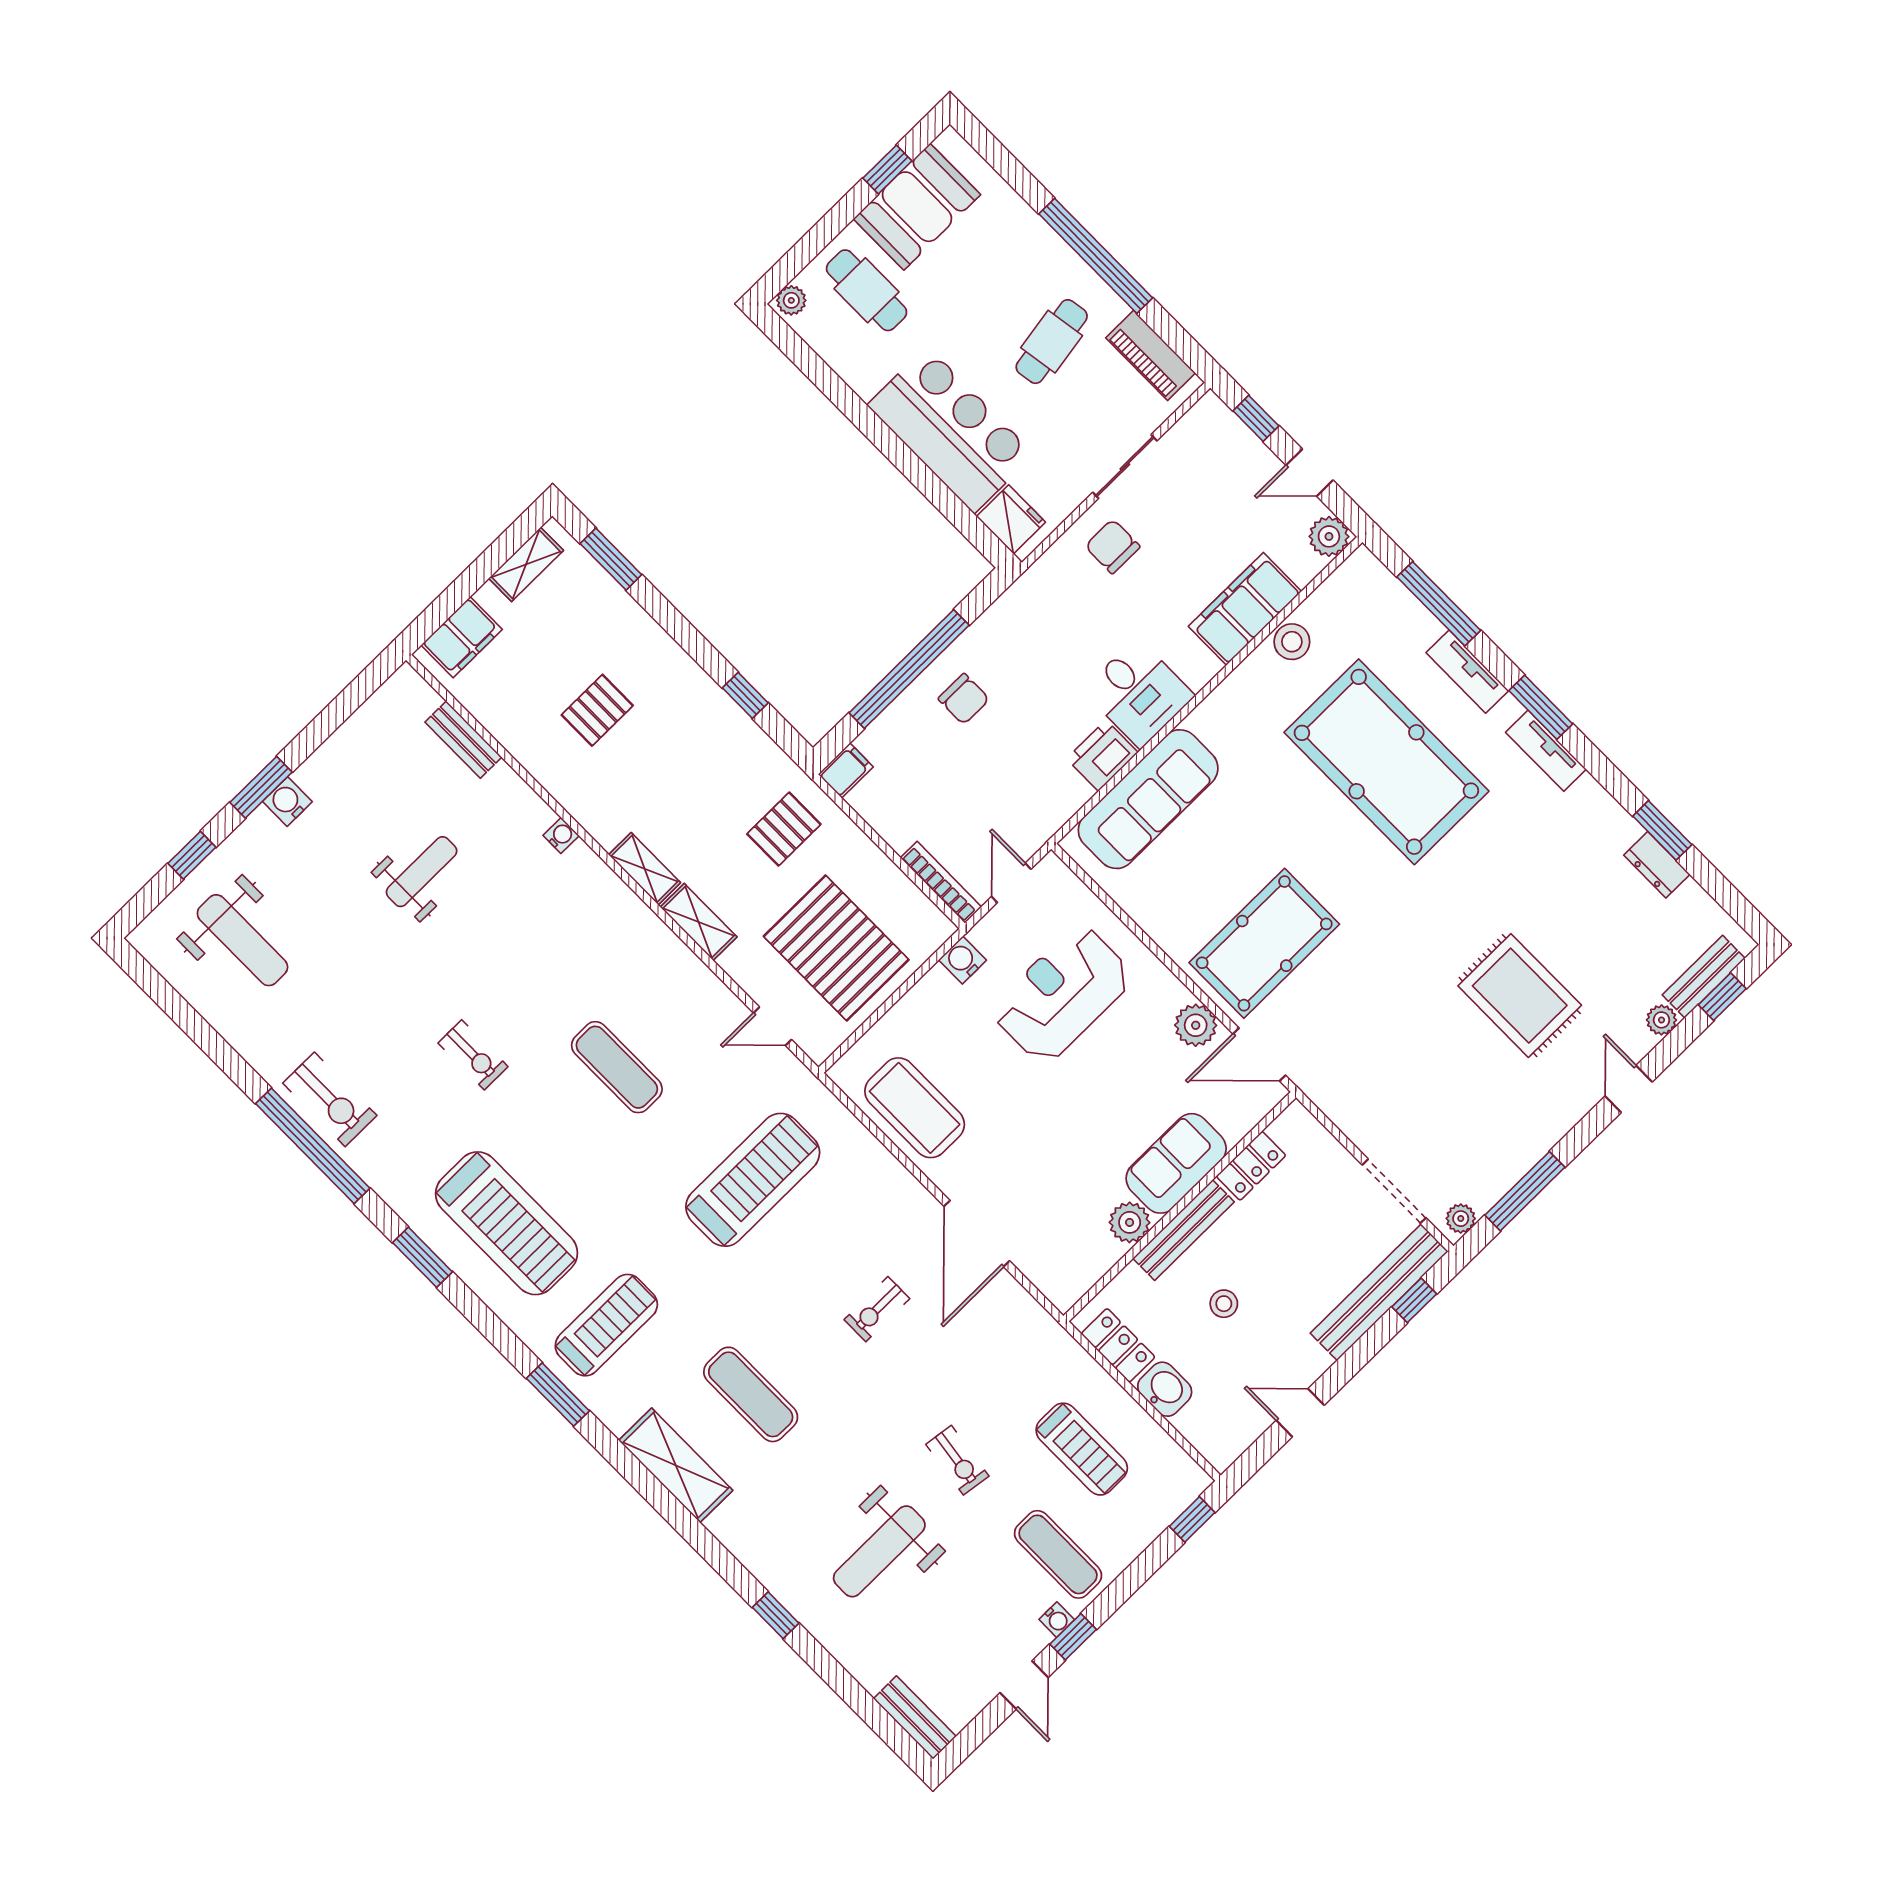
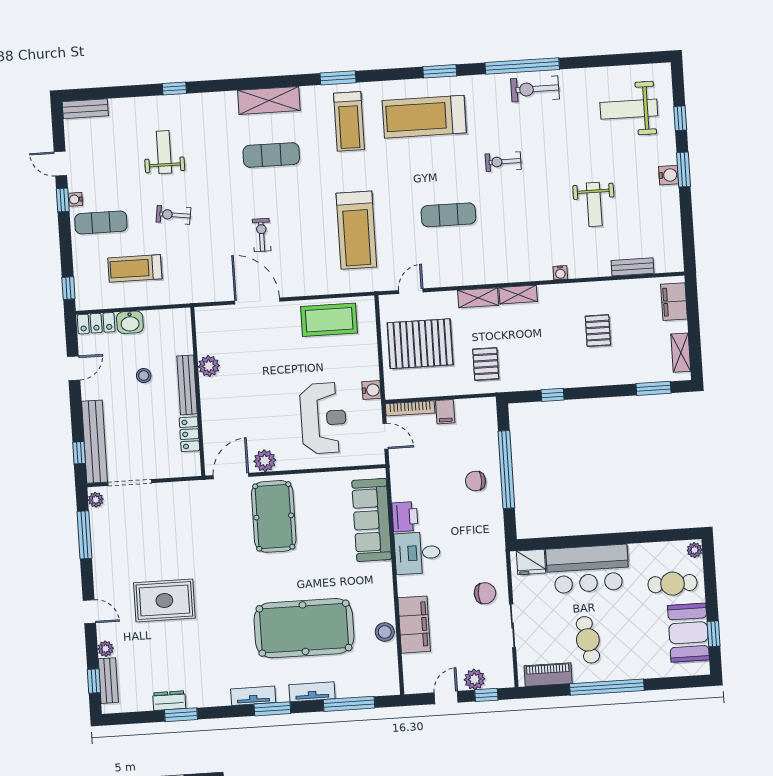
plant: (1329, 536) -> (475, 679), moved
filing cabinet: (846, 771) -> (445, 412), moved
sofa: (1176, 1163) -> (216, 405), removed
locker: (1118, 1345) -> (96, 323), moved
weight bench: (879, 1551) -> (164, 152), width x0.73, depth x0.75

